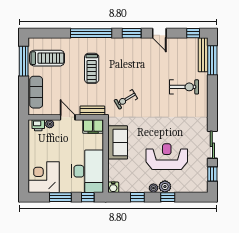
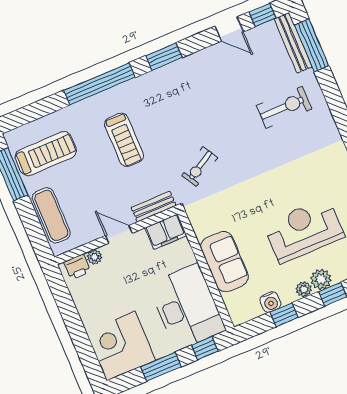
door: (159, 33) -> (229, 29), moved
sofa: (118, 142) -> (224, 262), moved
water cooler: (113, 187) -> (270, 302), moved

